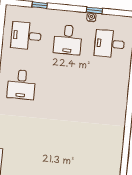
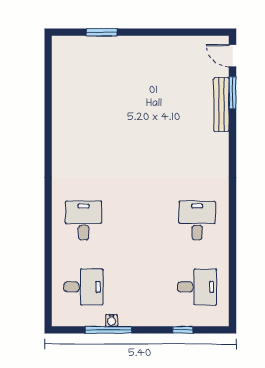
window: (94, 10) -> (108, 330), width x2.17
desk: (68, 40) -> (84, 220), moved

